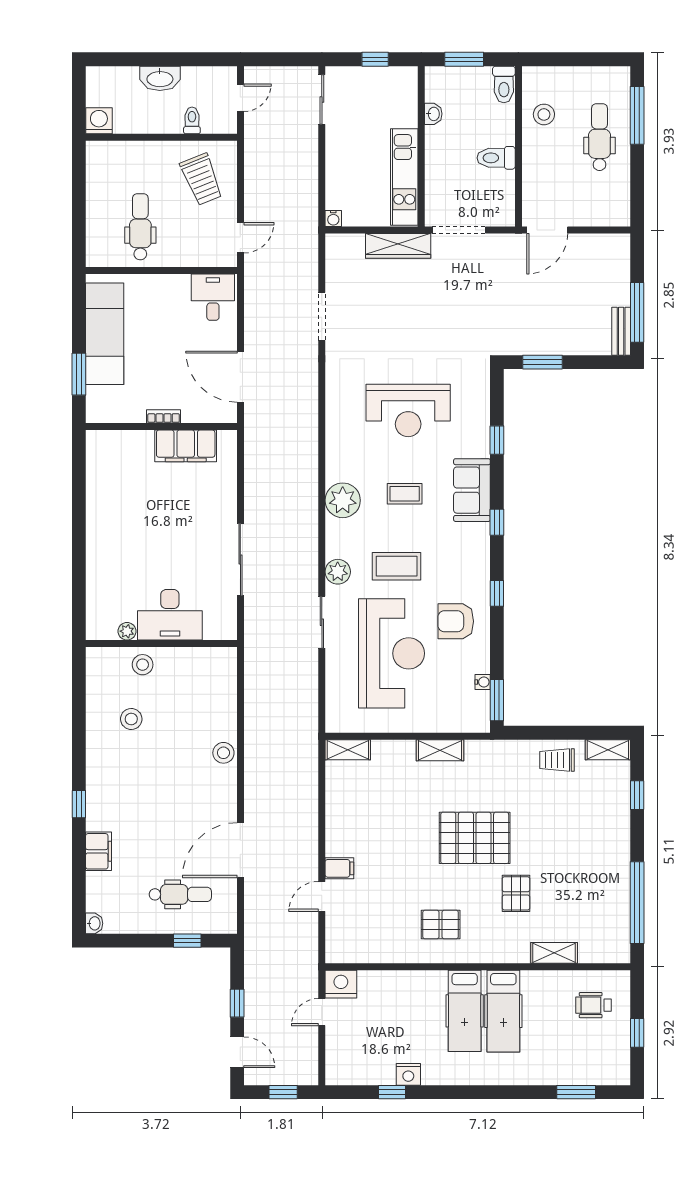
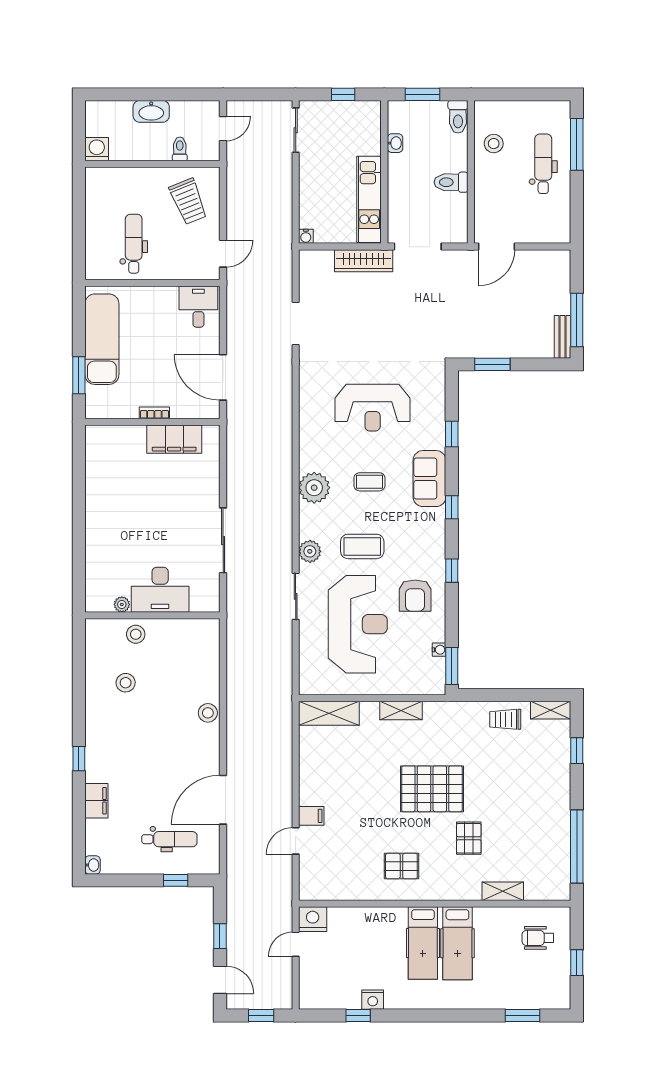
armchair: (456, 621) -> (415, 596), turned -90
shelving: (348, 750) -> (329, 713), width x1.50, depth x1.33

